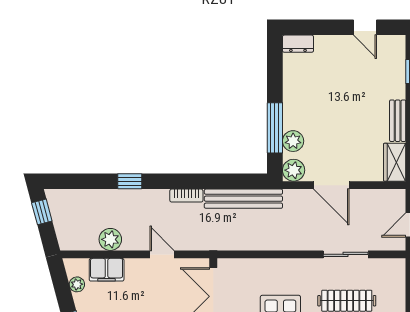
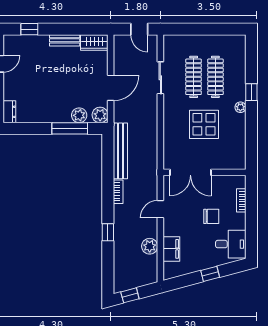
plant: (77, 284) -> (182, 270), removed

